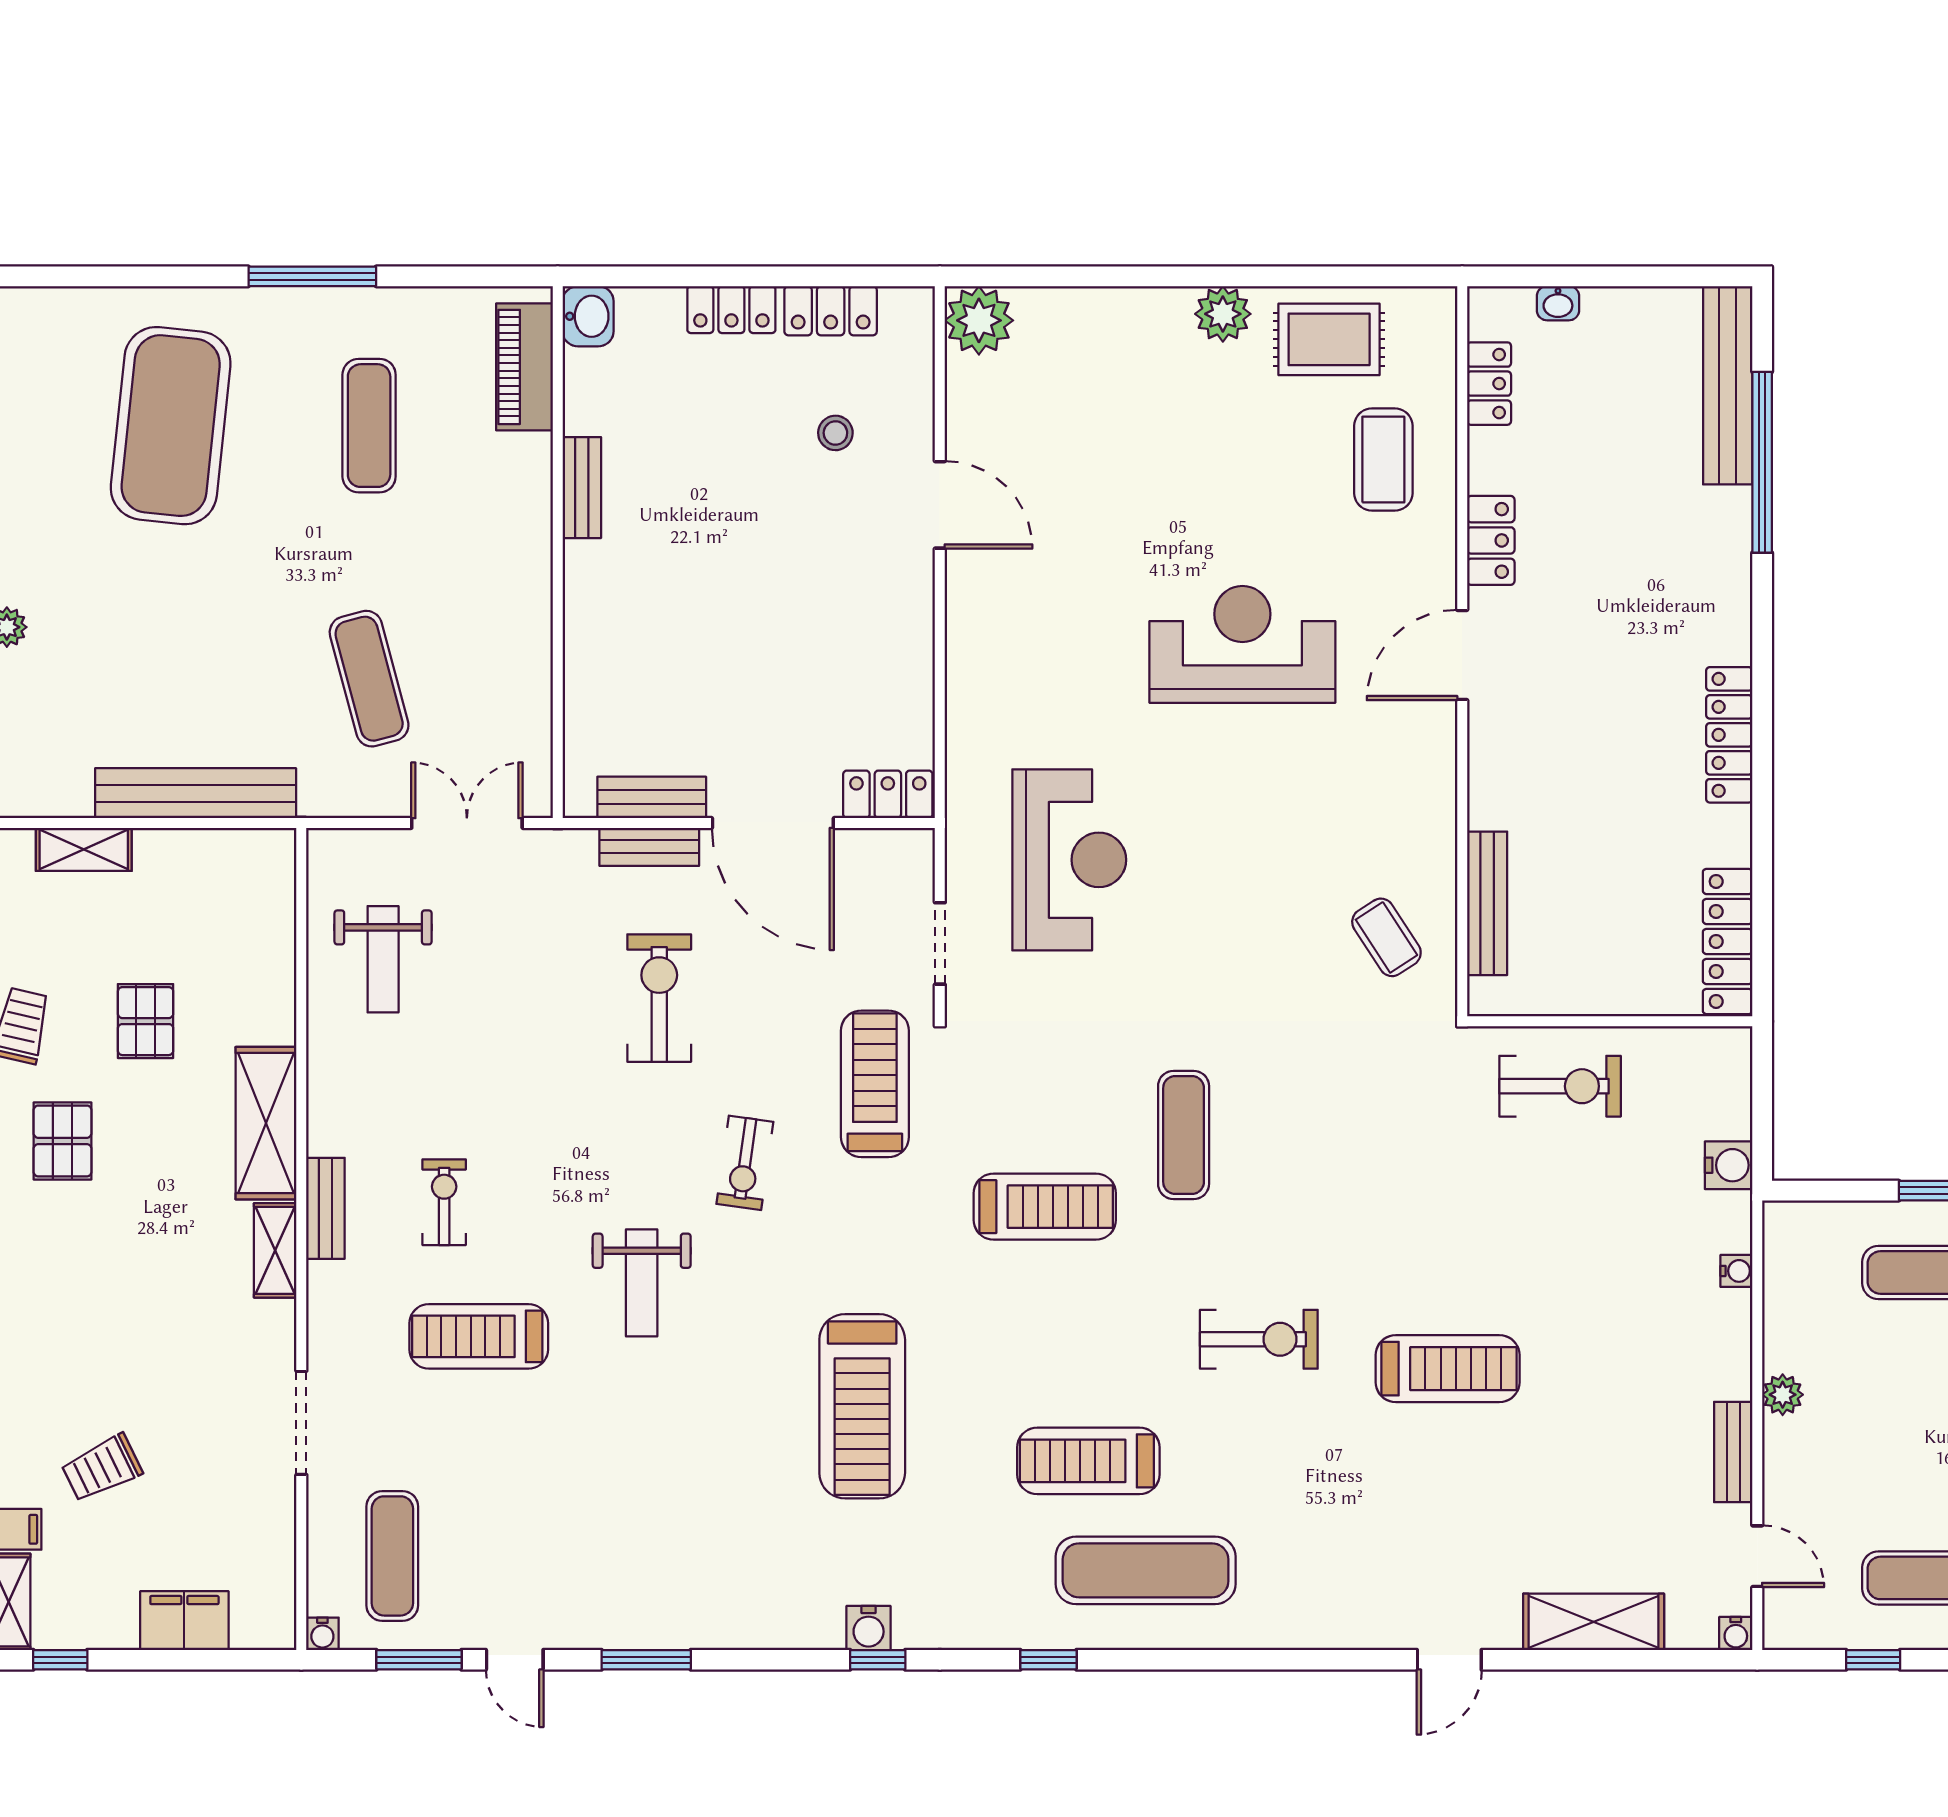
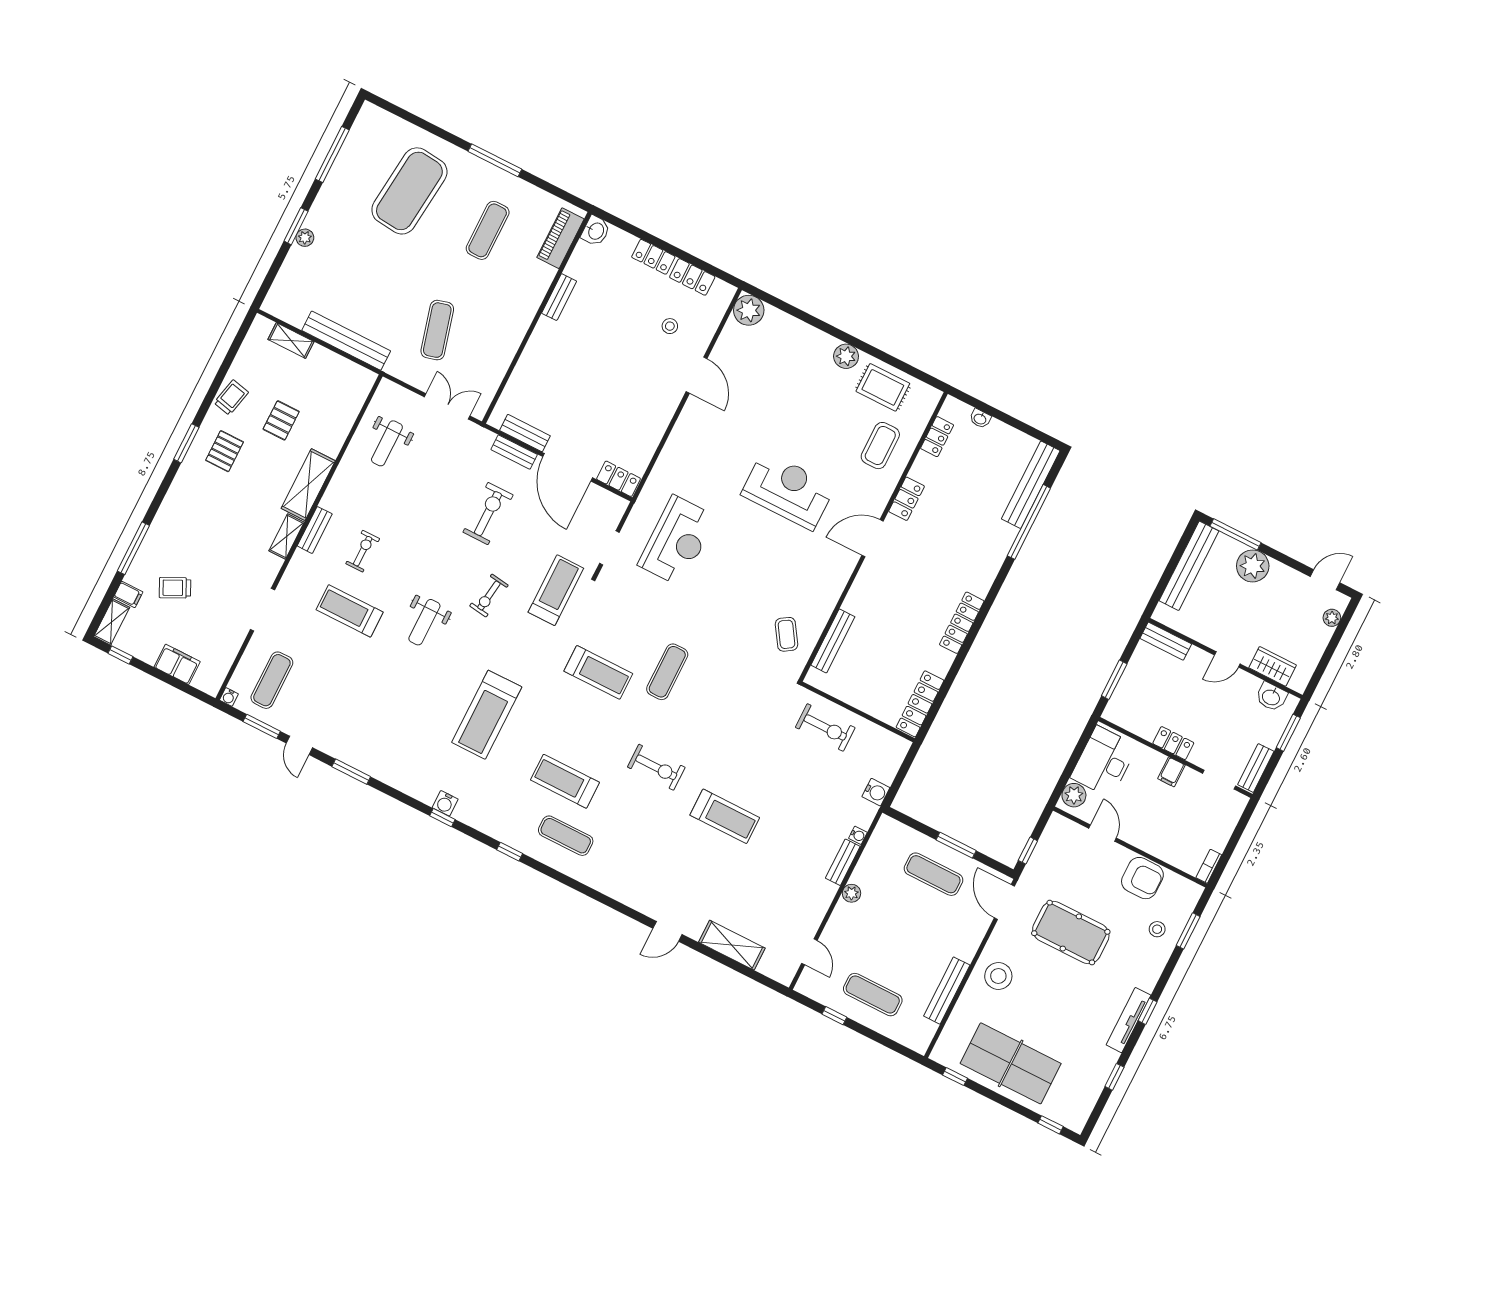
bench: (1733, 1452) -> (843, 862), moved
exercise mat: (1146, 1570) -> (566, 836), width x0.73, depth x0.69
water cooler: (1736, 1634) -> (786, 978), removed

